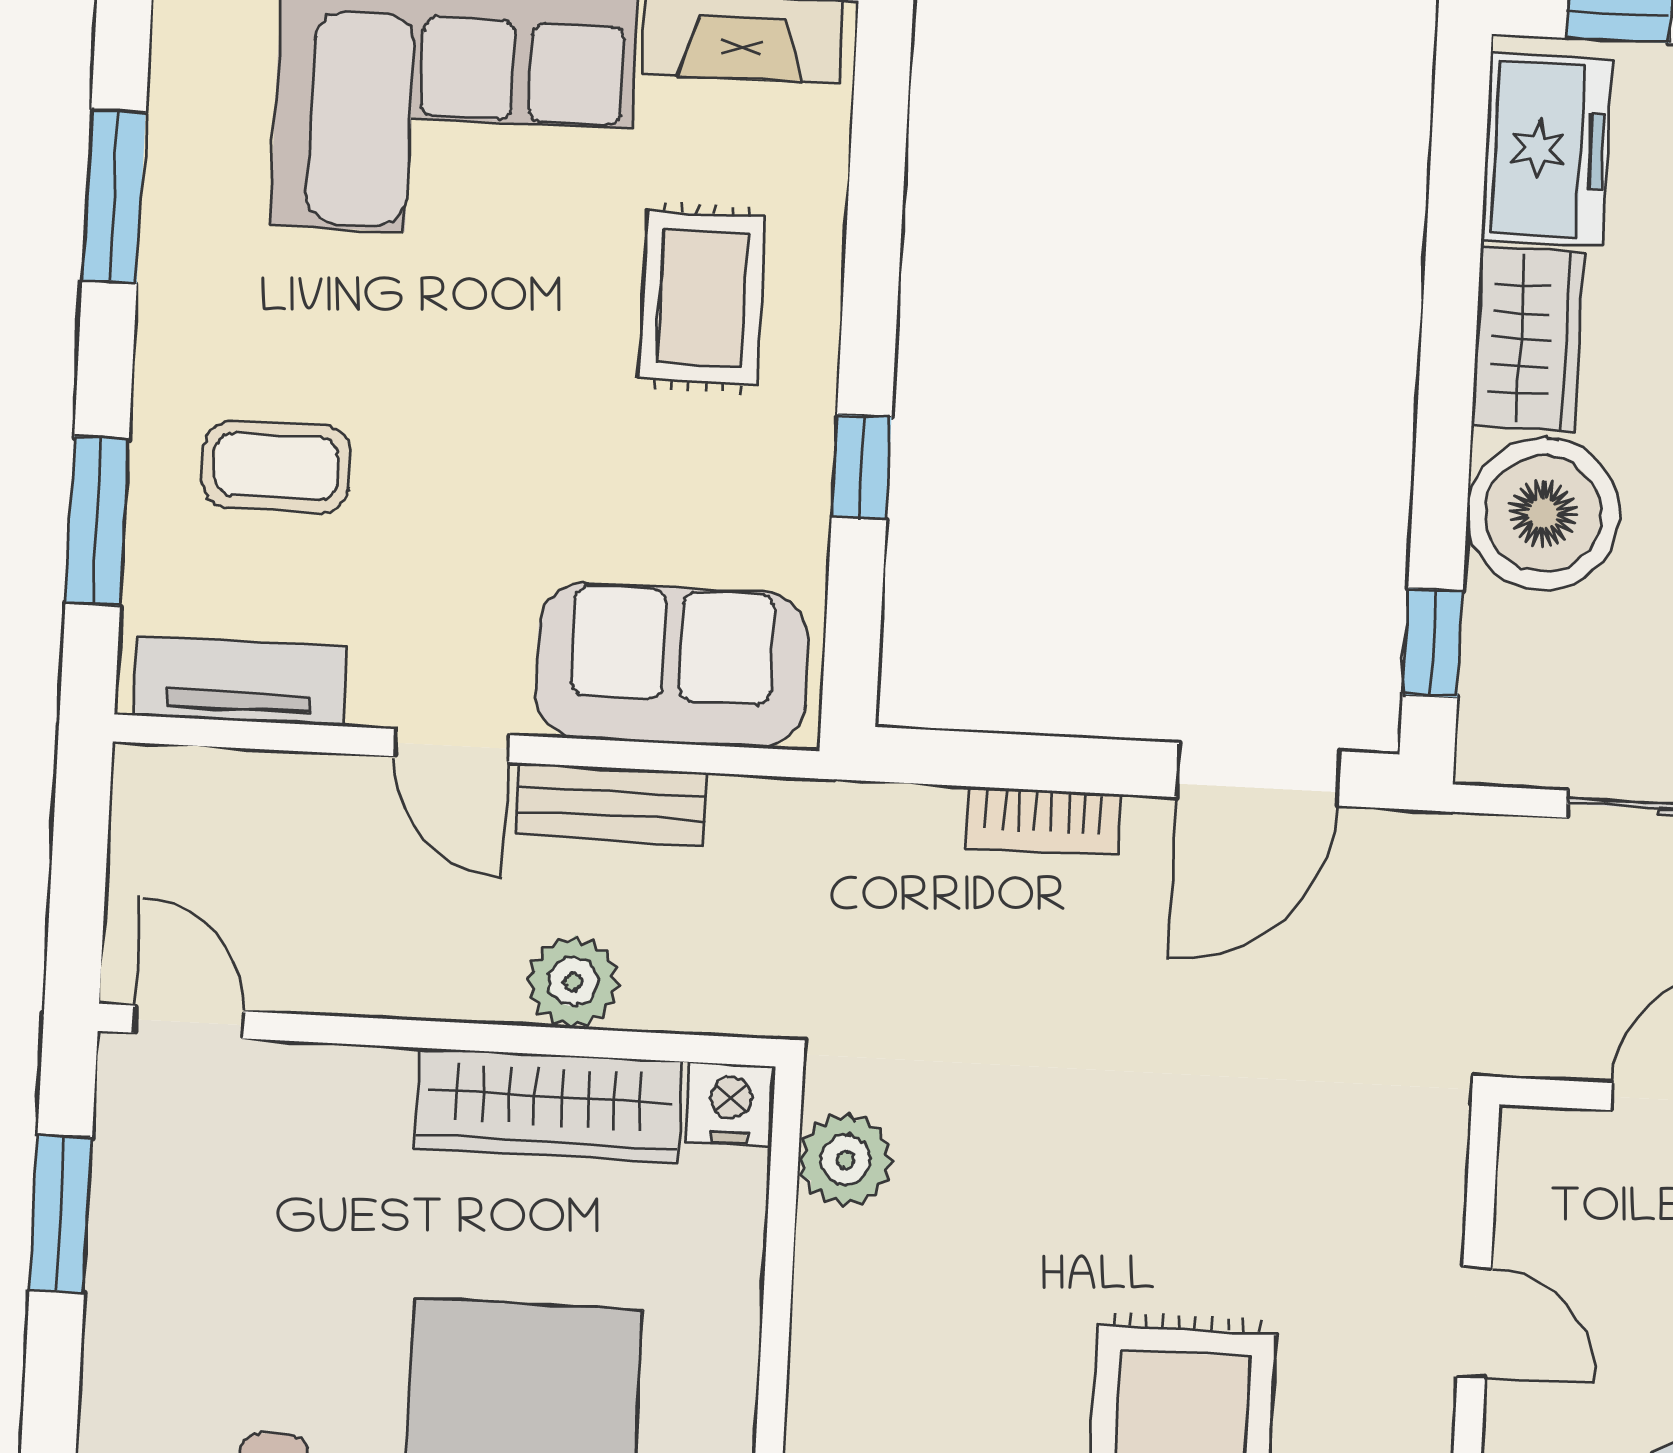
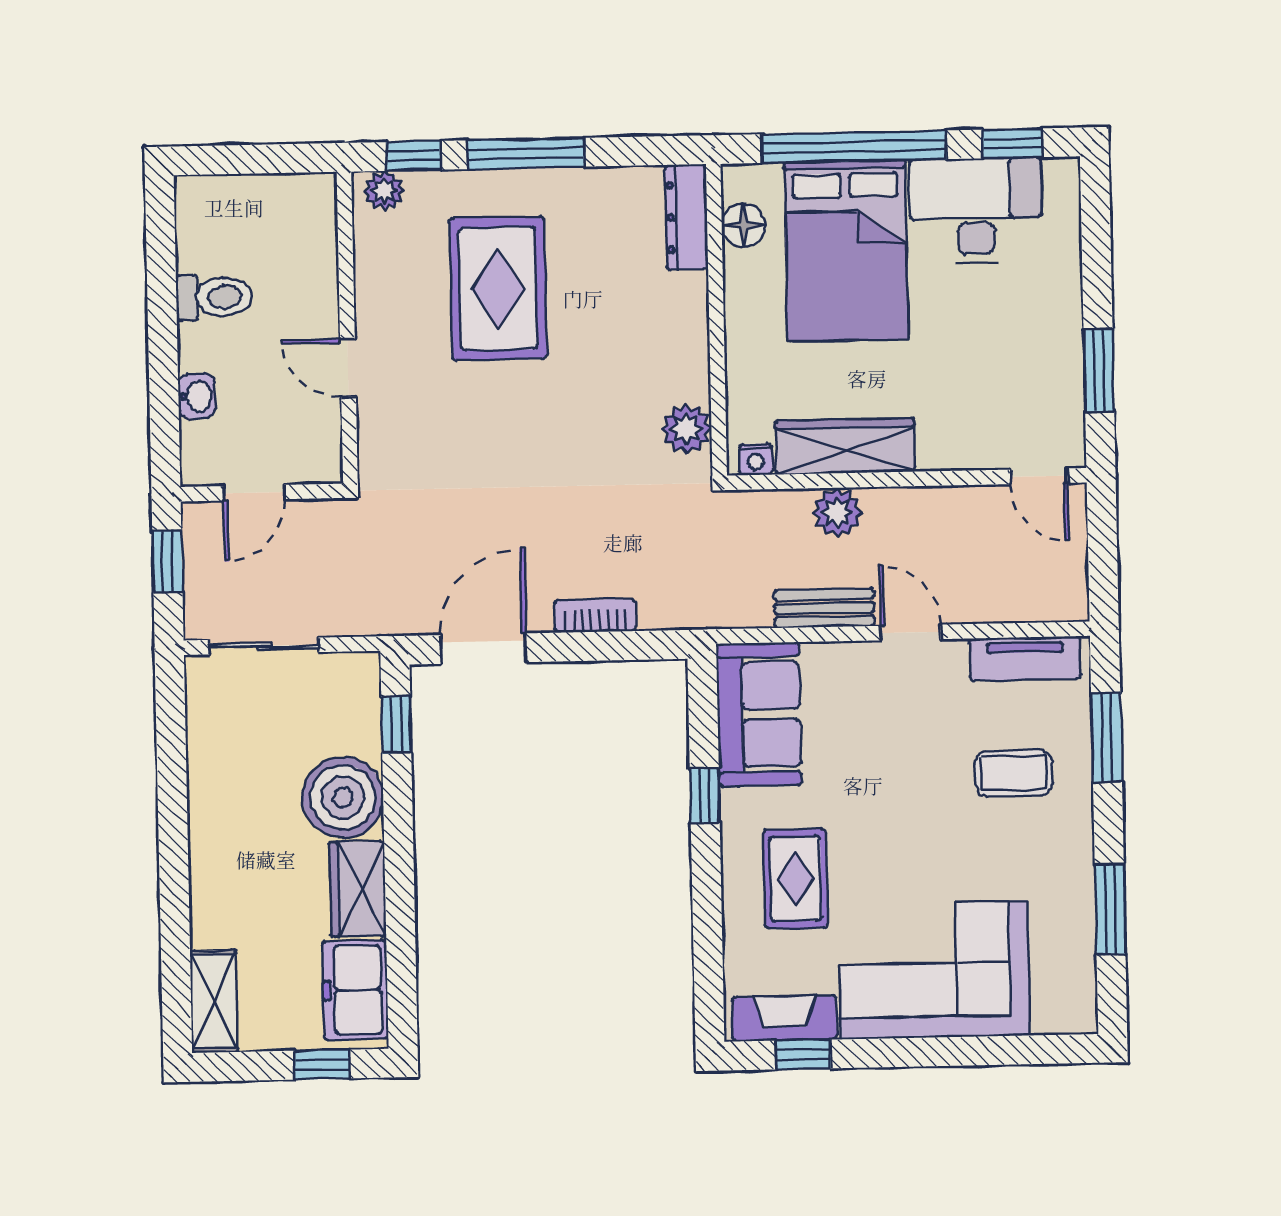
sofa: (672, 665) -> (759, 714), moved, turned -90
nightstand: (731, 1104) -> (756, 459), width x0.72, depth x0.74

